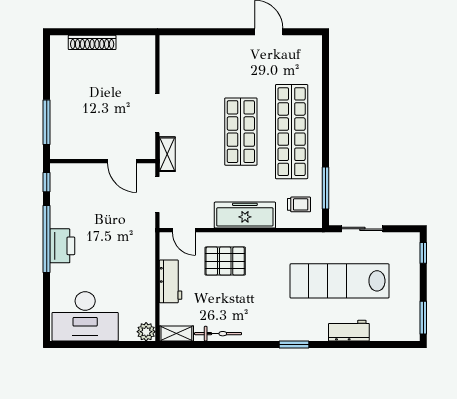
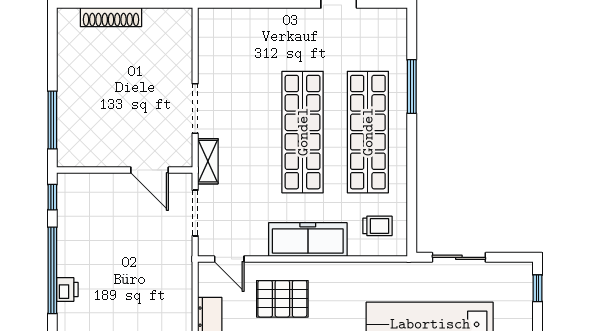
shop shelf: (241, 132) -> (303, 132), width x1.40
window: (326, 188) -> (412, 86), moved
printer: (62, 246) -> (67, 289), width x0.53, depth x0.68

